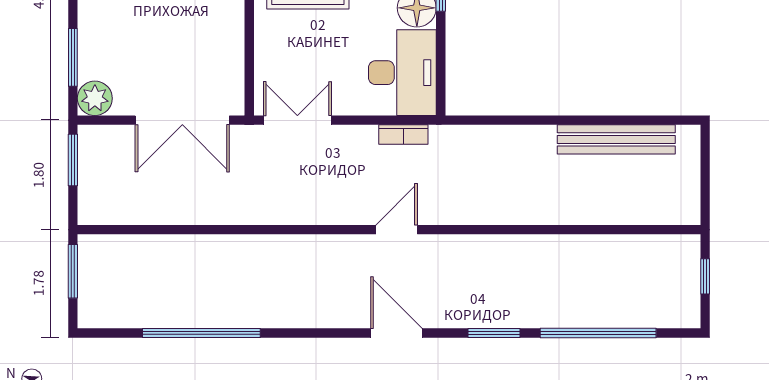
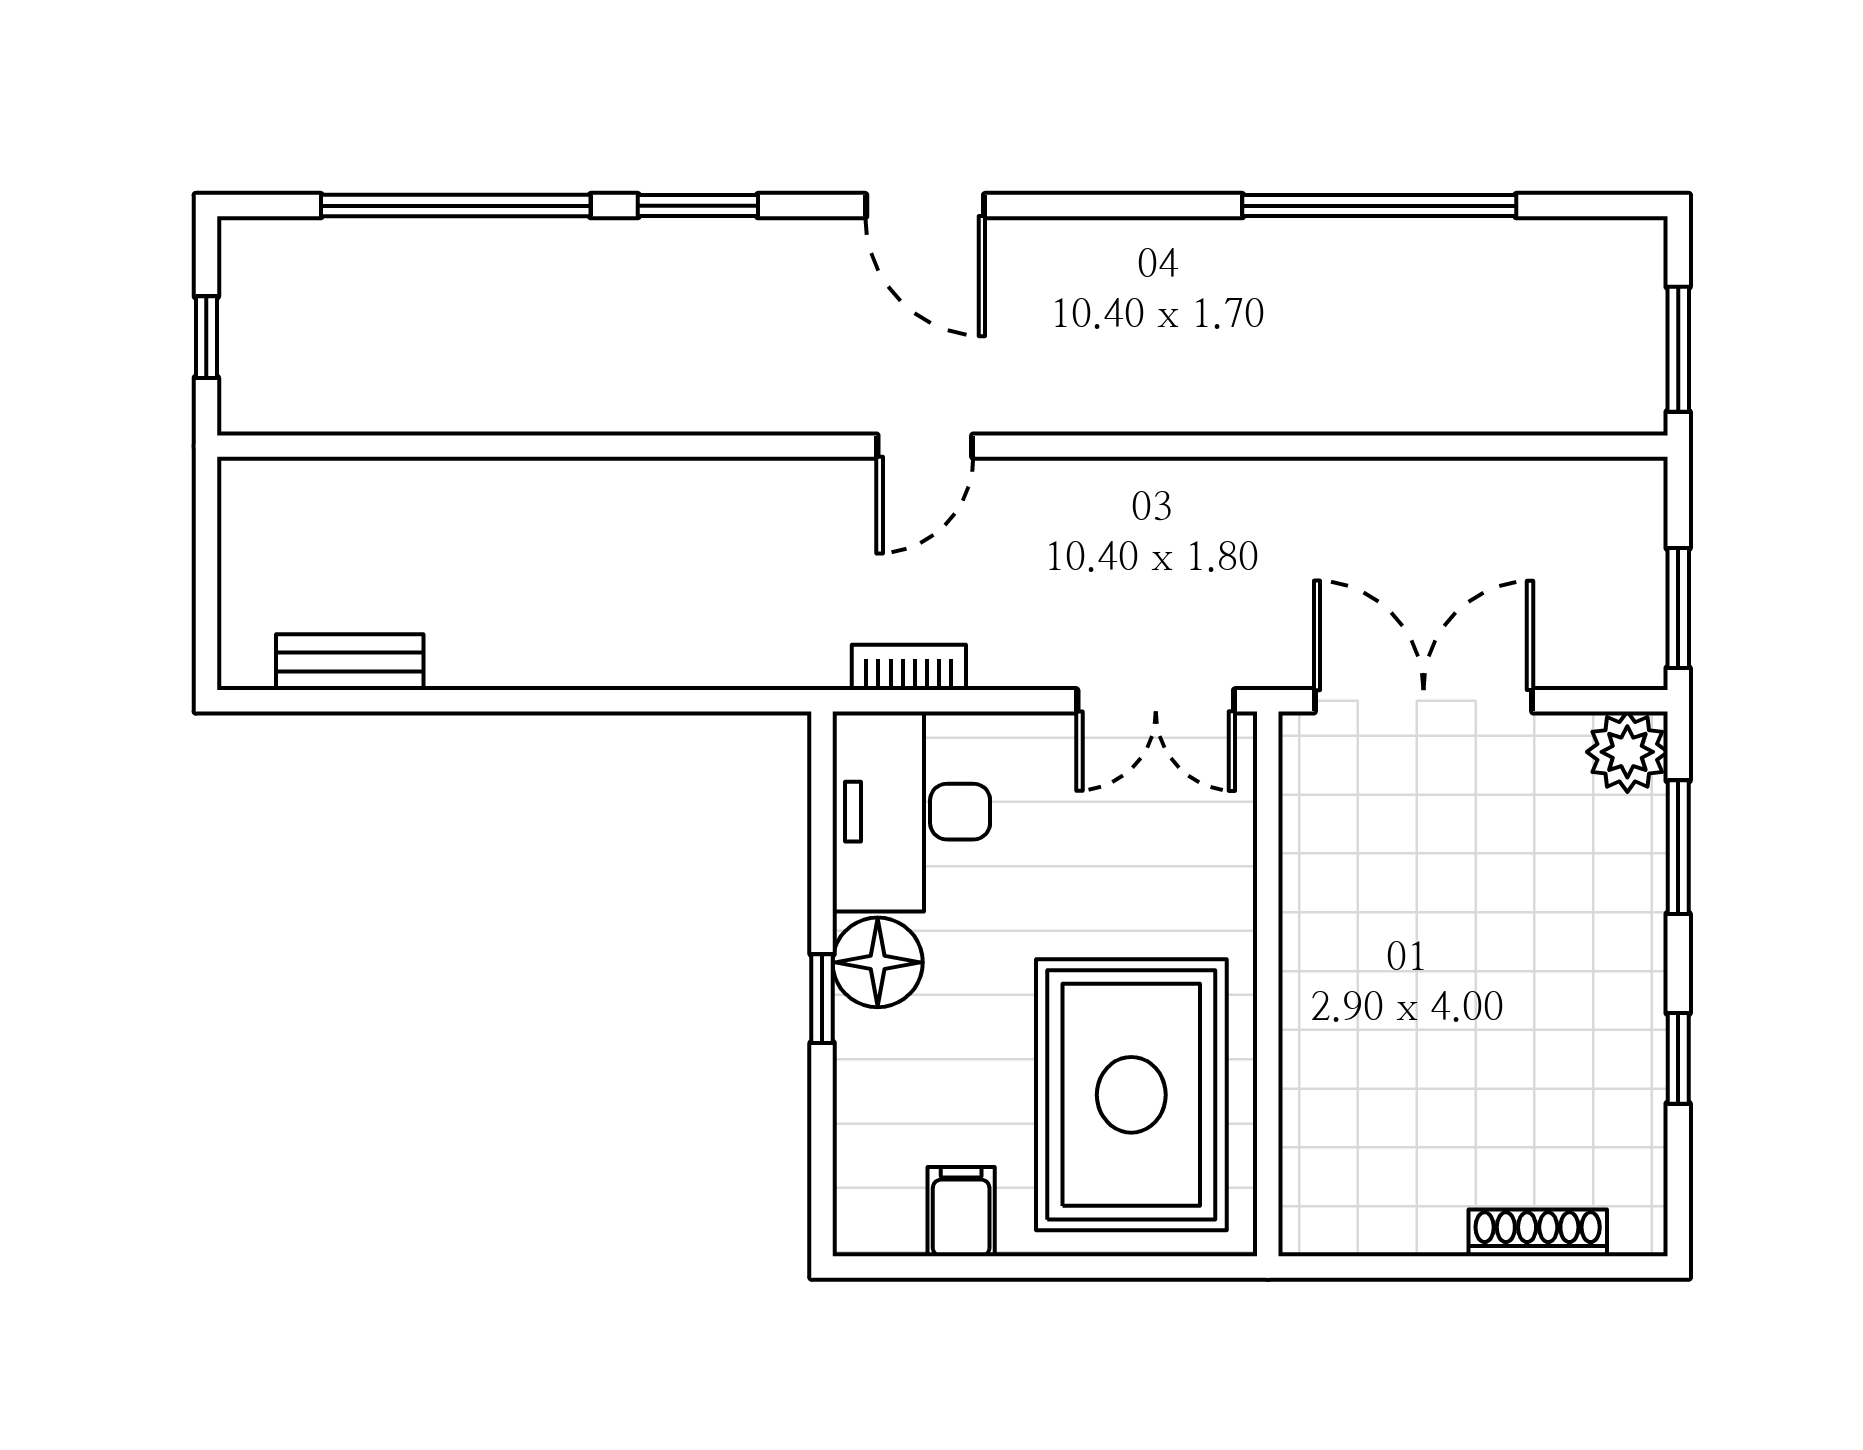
bench: (616, 139) -> (350, 662), width x0.54, depth x0.82

